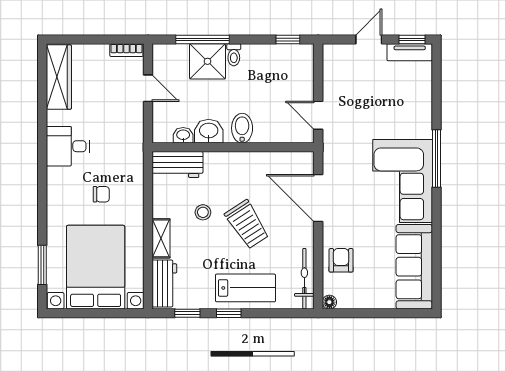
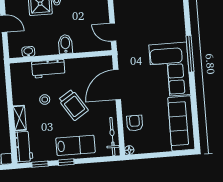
washbasin: (209, 131) -> (44, 48), removed
workbench: (177, 165) -> (48, 69), moved
door: (318, 198) -> (117, 85), hinge flipped

